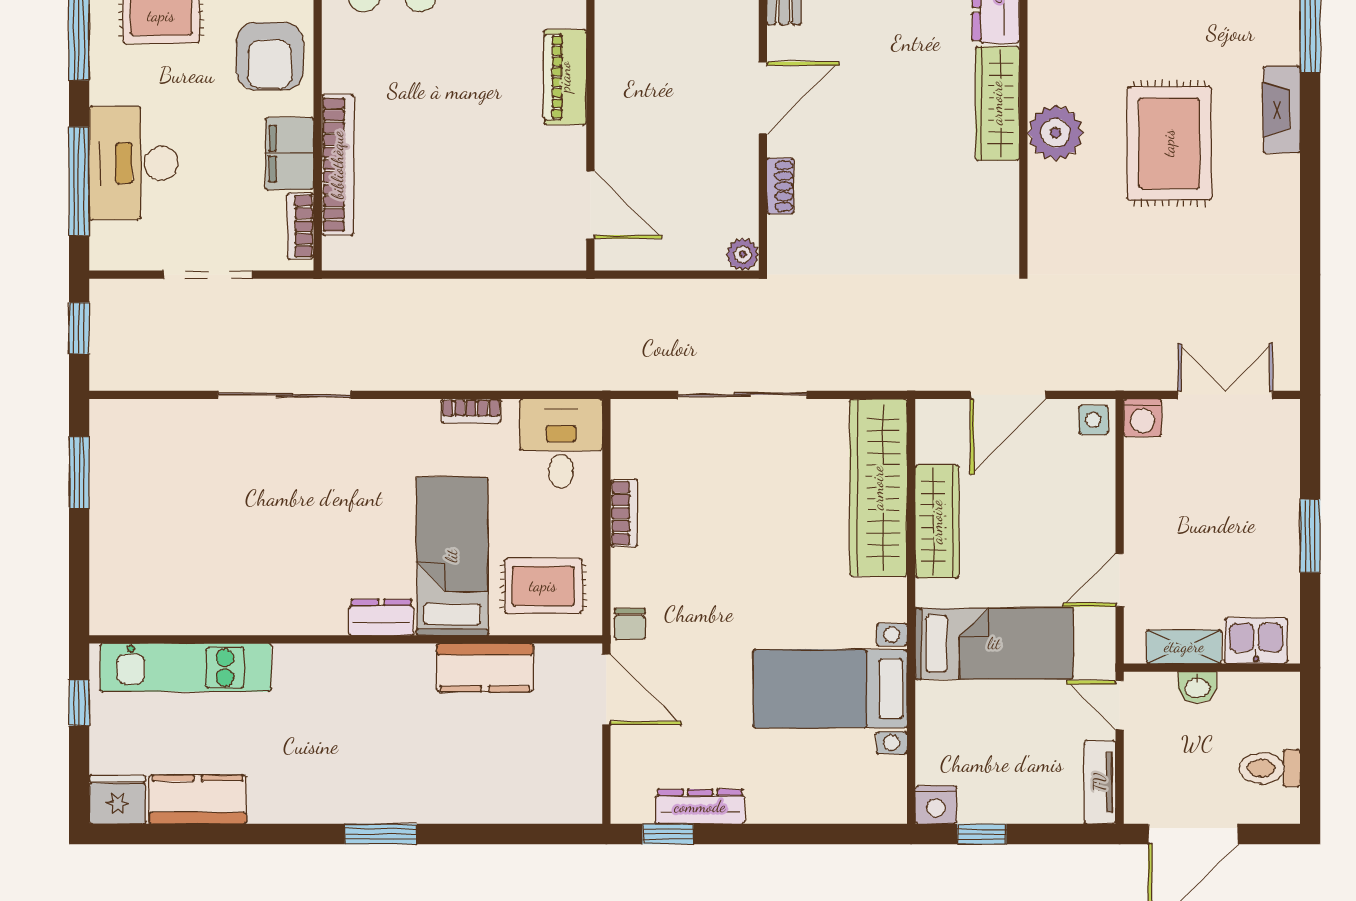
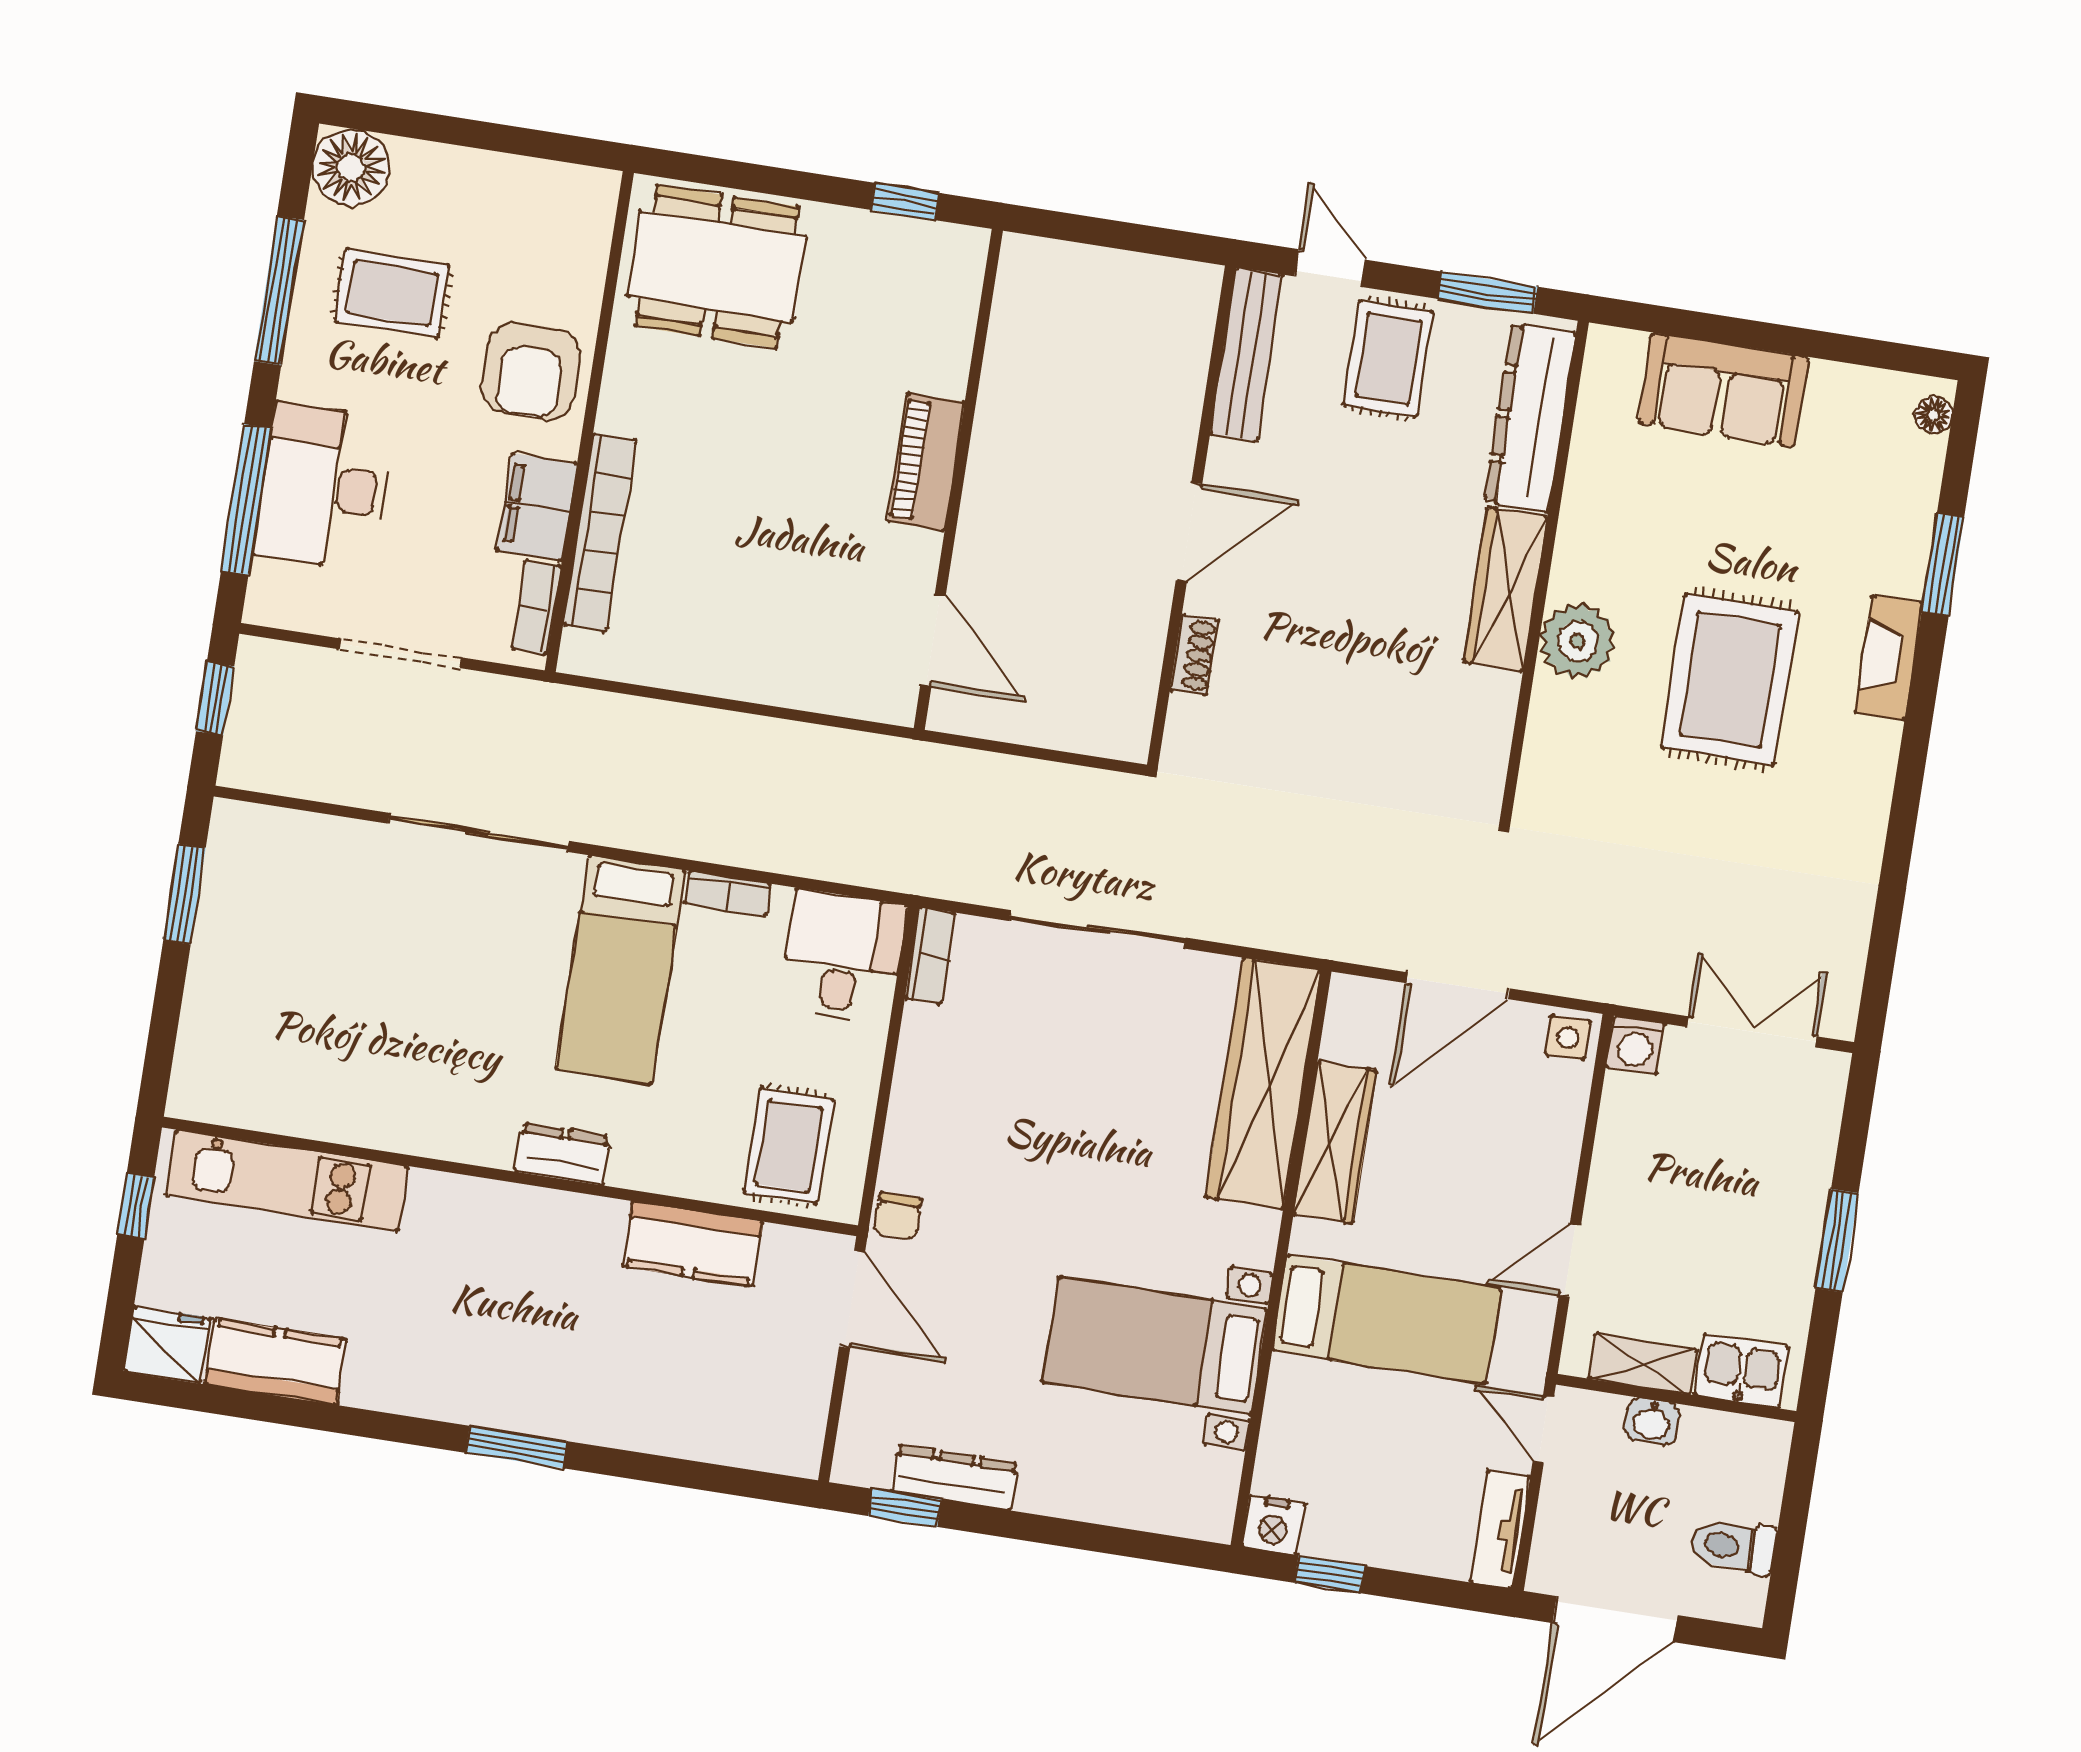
plant: (743, 254) -> (1128, 739), removed
bookcase: (624, 513) -> (930, 956), moved
bed: (452, 556) -> (620, 970), moved, turned 180
rug: (543, 586) -> (789, 1146), turned 90

